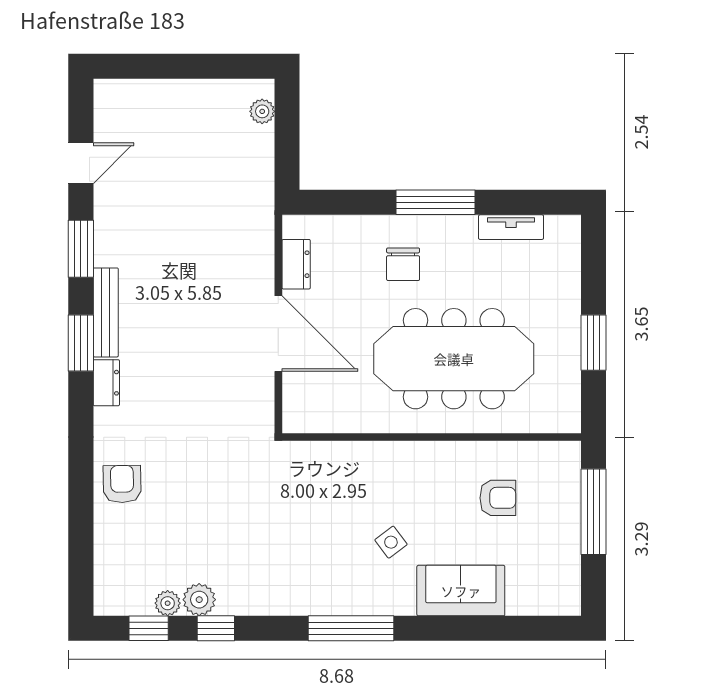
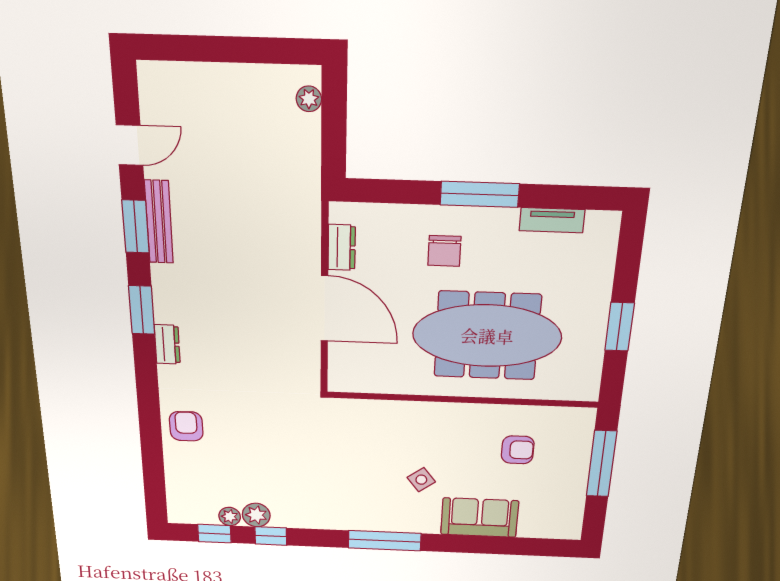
bench: (106, 312) -> (159, 222), moved

